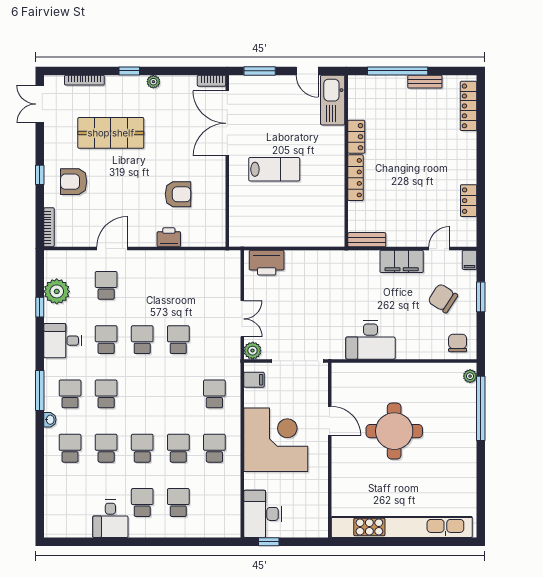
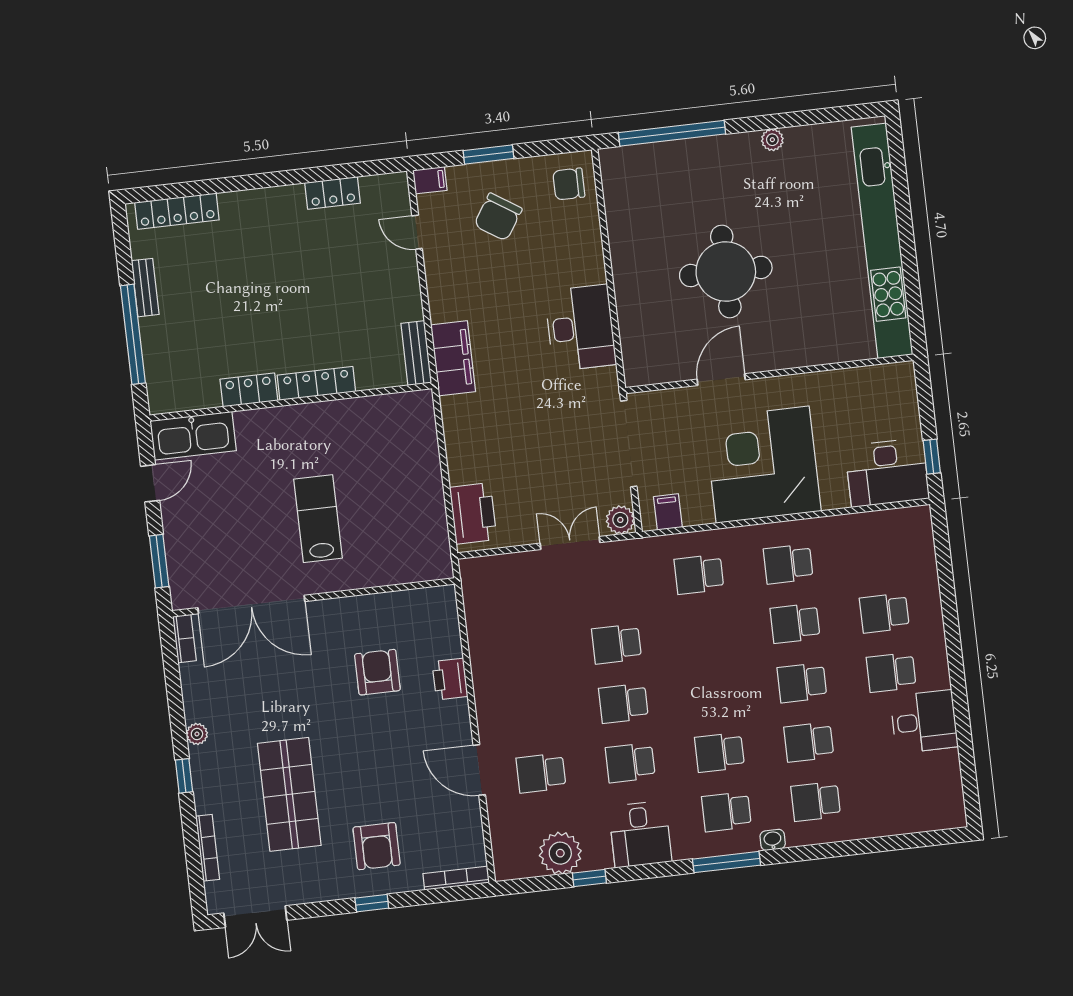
filing cabinet: (402, 261) -> (453, 358), moved
plant: (470, 376) -> (772, 140), moved

